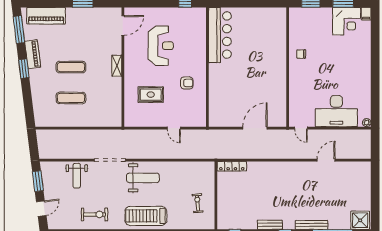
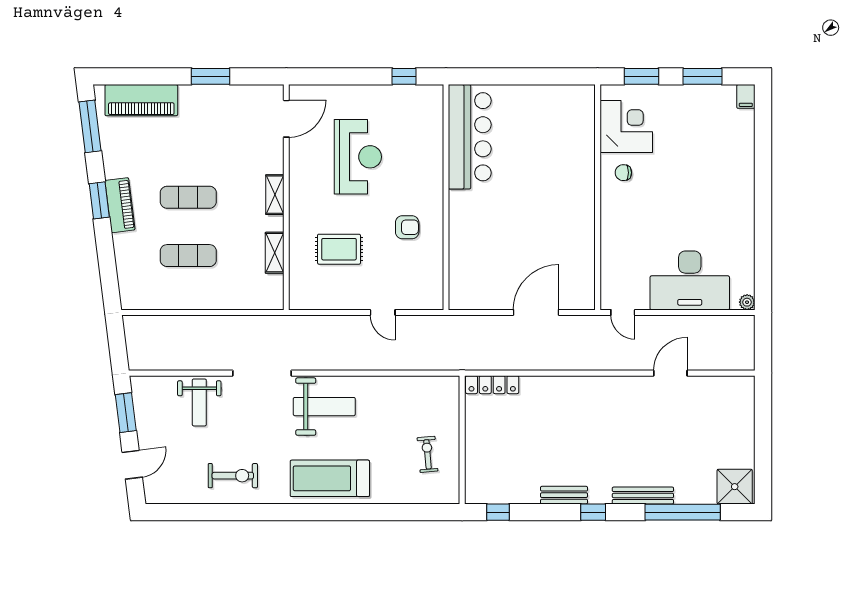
corner desk: (347, 21) -> (626, 126), moved, turned -90
piano: (33, 54) -> (120, 205), moved
shelving: (117, 96) -> (275, 253), added

